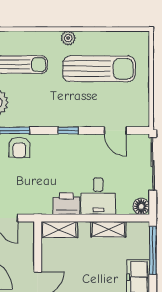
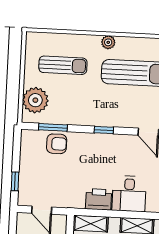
armchair: (19, 147) -> (57, 144), turned -90

